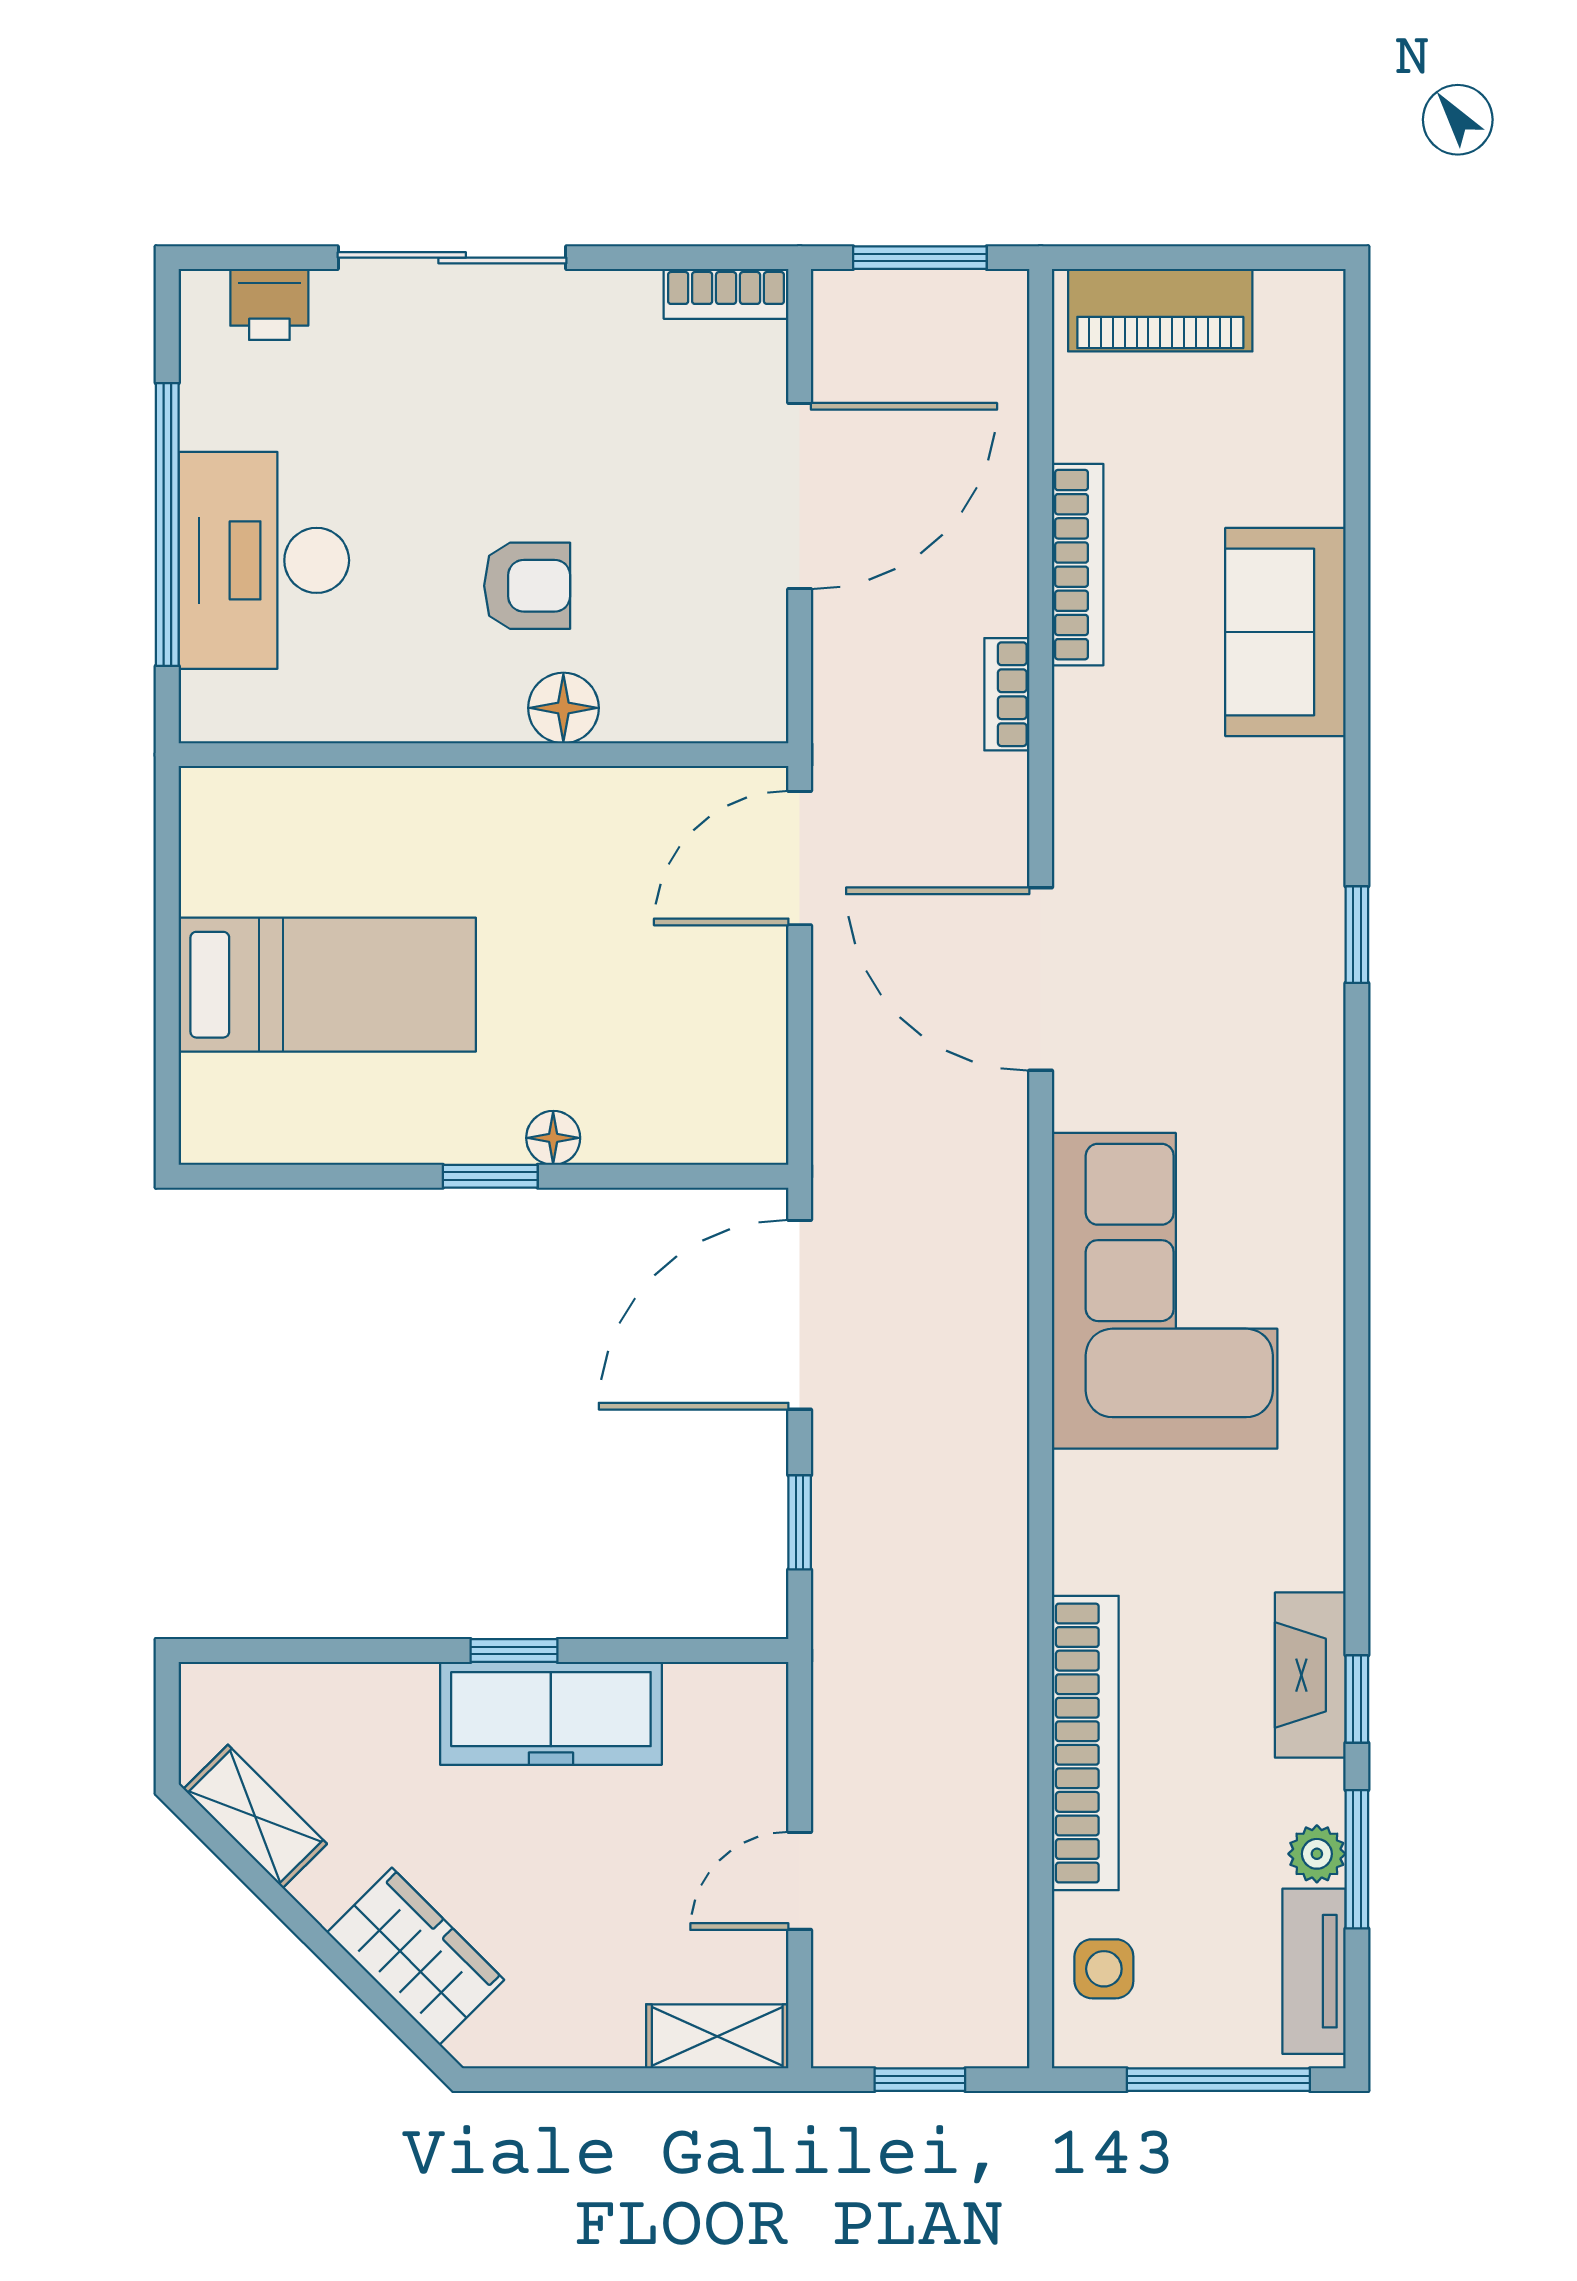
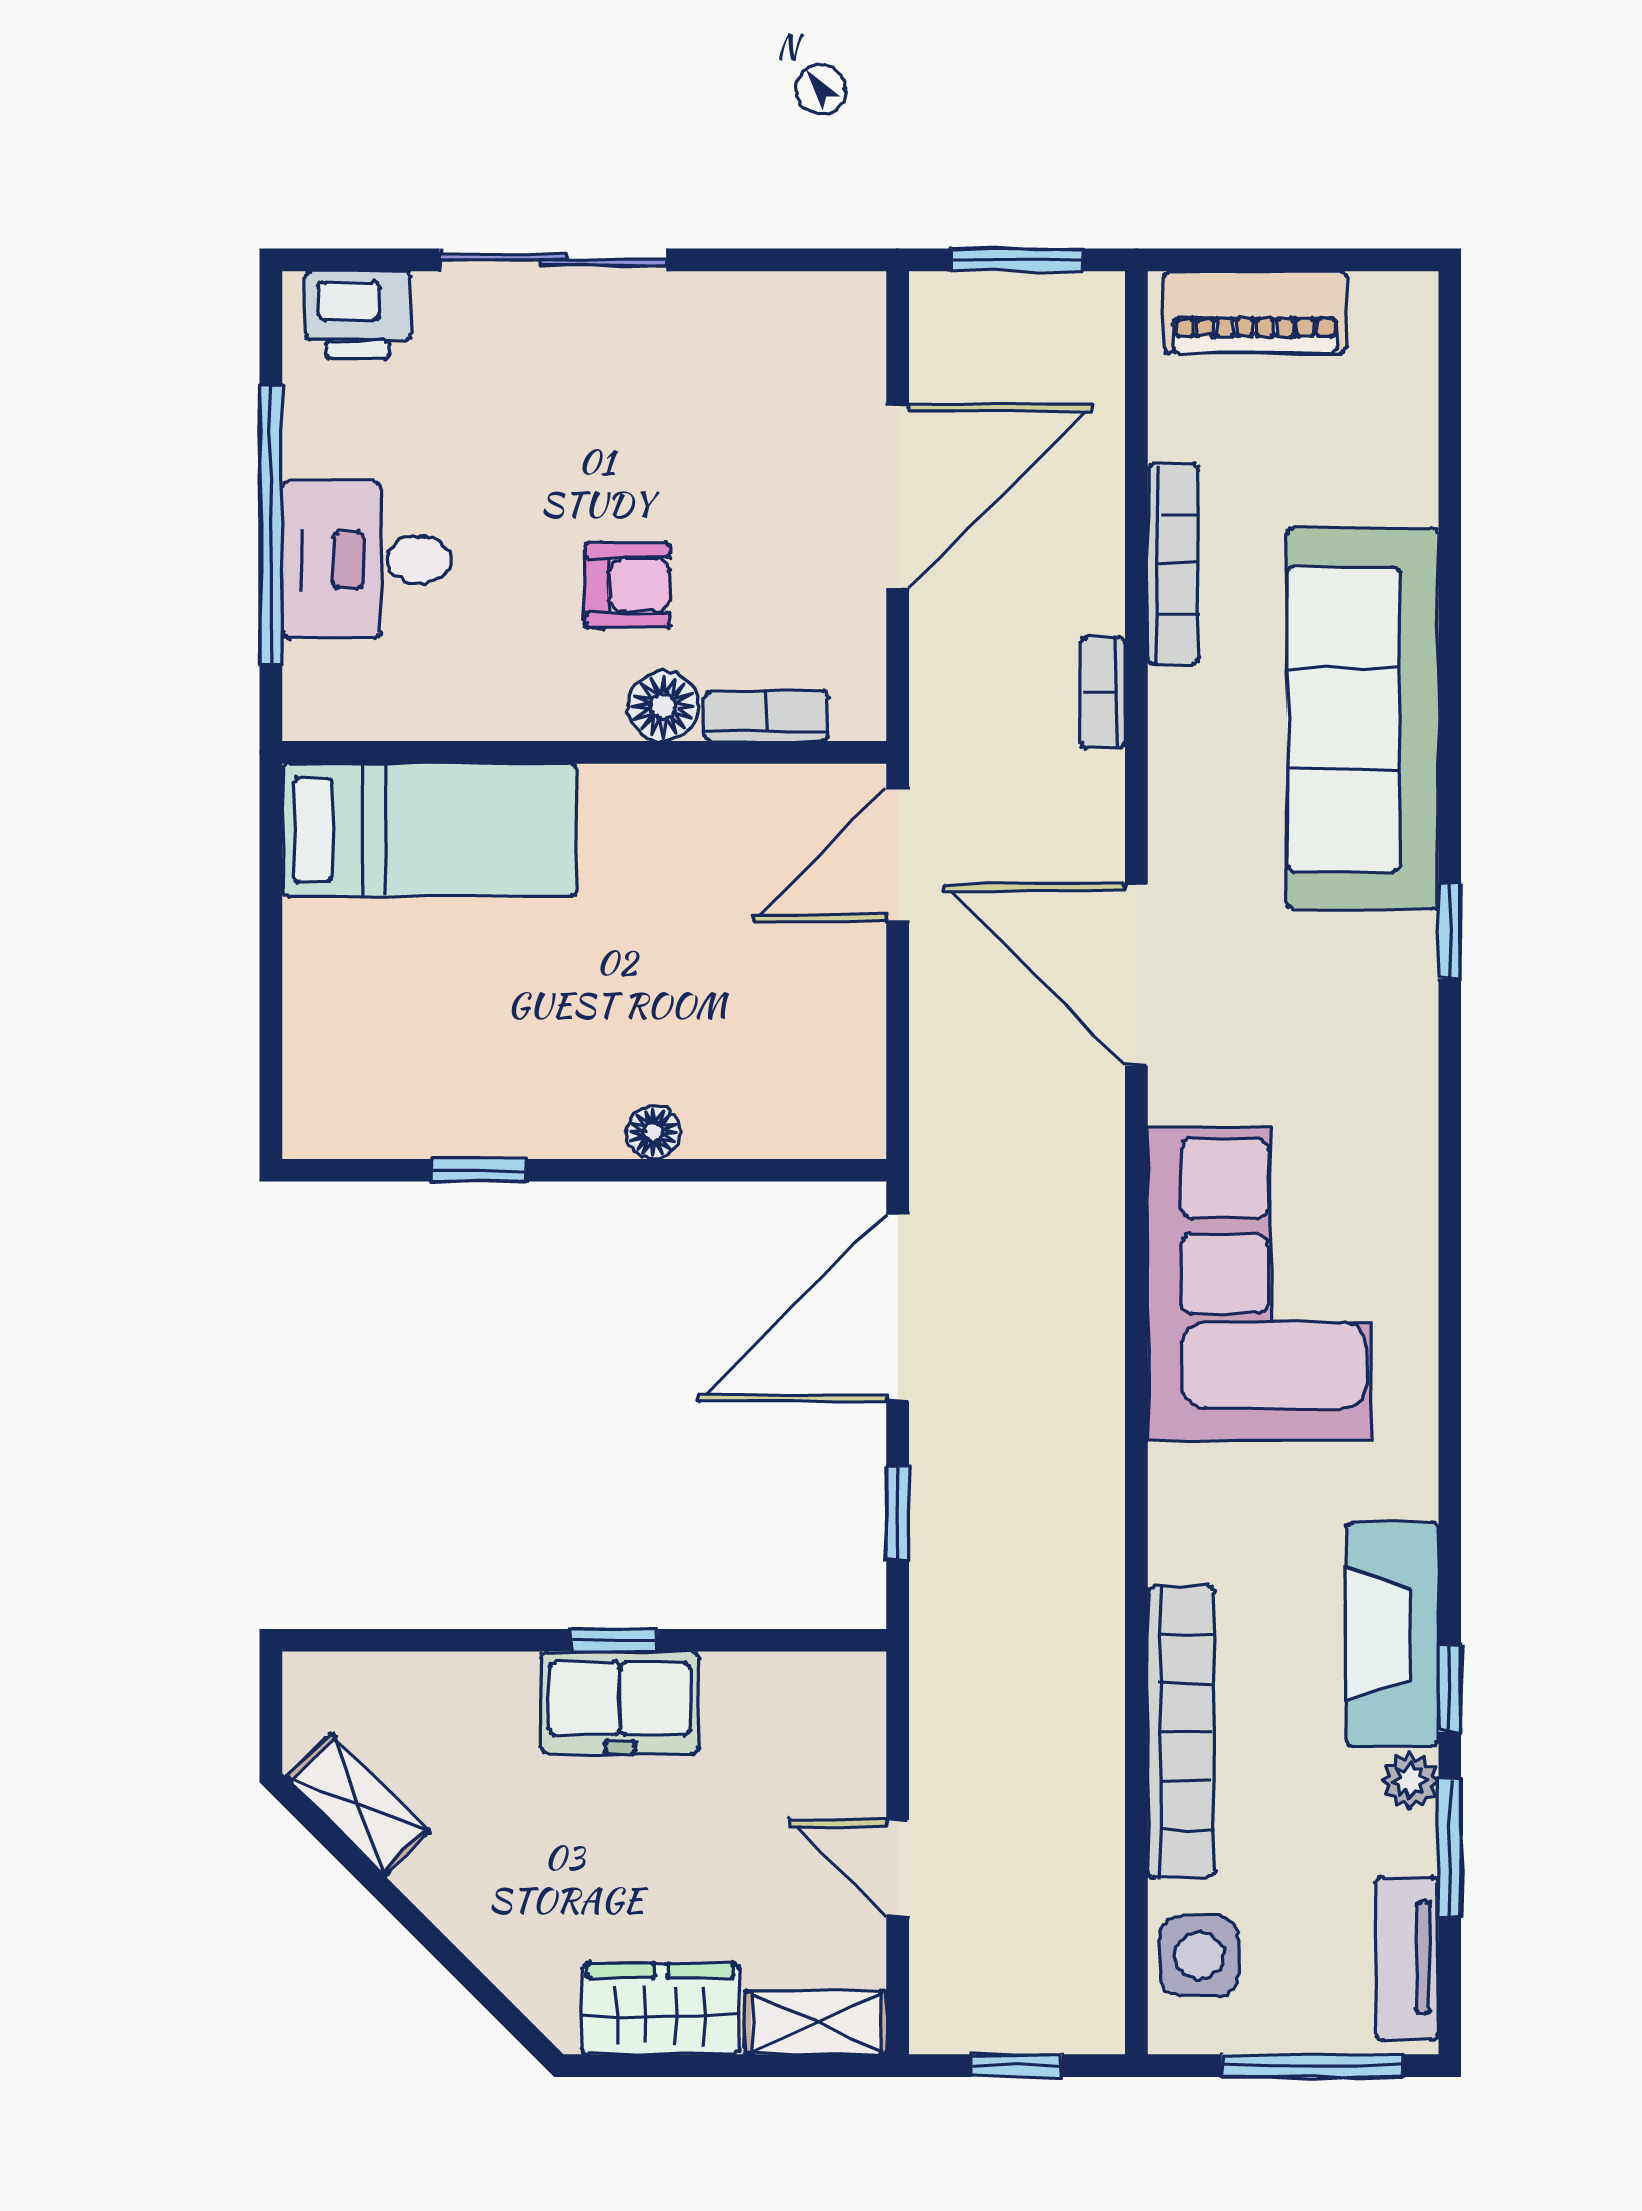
bookcase: (726, 294) -> (766, 716), moved, turned 180
printer: (269, 304) -> (358, 315), width x1.36, depth x1.24
desk: (264, 560) -> (367, 560), width x0.73
sofa: (1285, 632) -> (1363, 719), width x1.85, depth x1.27
bed: (327, 985) -> (429, 830), moved
window: (490, 1176) -> (479, 1170), moved
fireplace: (1310, 1675) -> (1392, 1634), width x1.37, depth x1.32
freezer: (551, 1713) -> (620, 1702), width x0.71
plant: (1317, 1854) -> (1410, 1781), moved
door: (800, 1881) -> (898, 1869), hinge flipped
wardrobe: (415, 1956) -> (661, 2009), moved, turned -45
side table: (1104, 1969) -> (1199, 1956), width x1.37, depth x1.37

